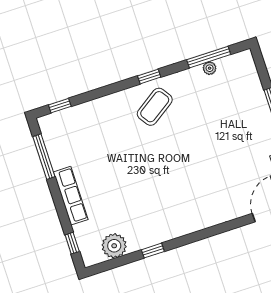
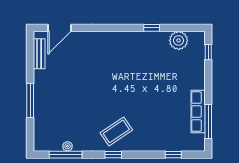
window: (60, 106) -> (173, 155), moved
row of seats: (71, 196) -> (198, 112), moved

